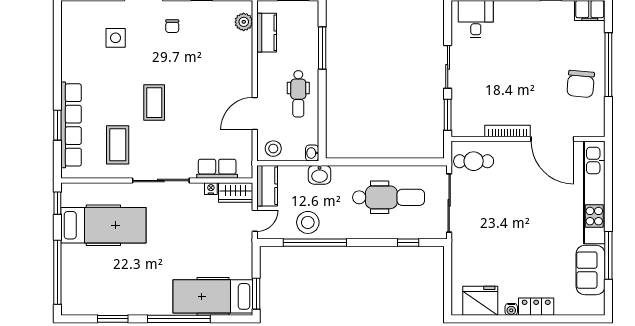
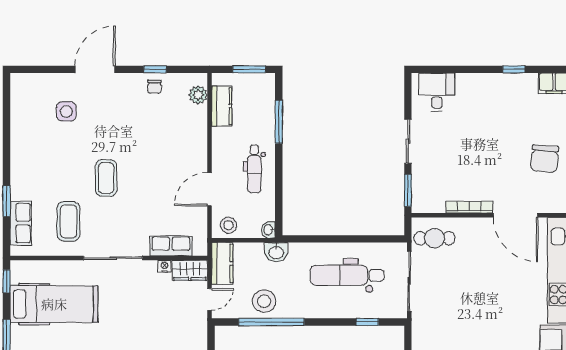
chair: (172, 26) -> (154, 87), moved
row of seats: (71, 125) -> (21, 223), width x0.50
dental chair: (389, 197) -> (347, 275), turned 180

